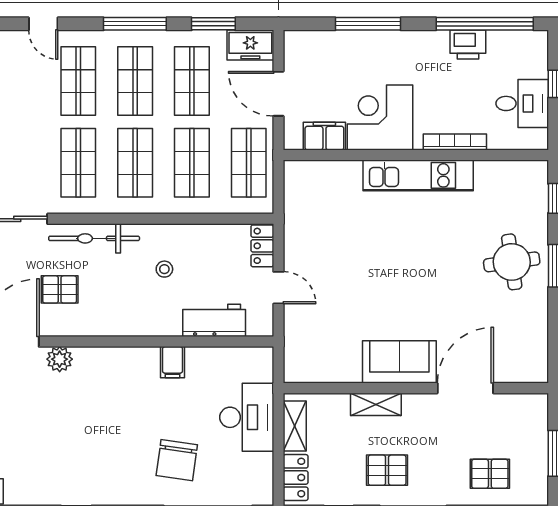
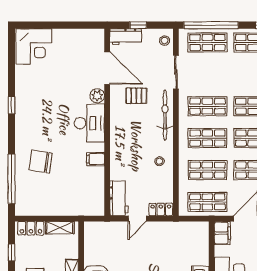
filing cabinet: (324, 136) -> (222, 233), moved
stool: (164, 269) -> (159, 161), moved
pallet: (60, 289) -> (136, 96), turned 90
workbench: (214, 320) -> (119, 198), moved
desk: (247, 417) -> (89, 123), moved, turned -90

